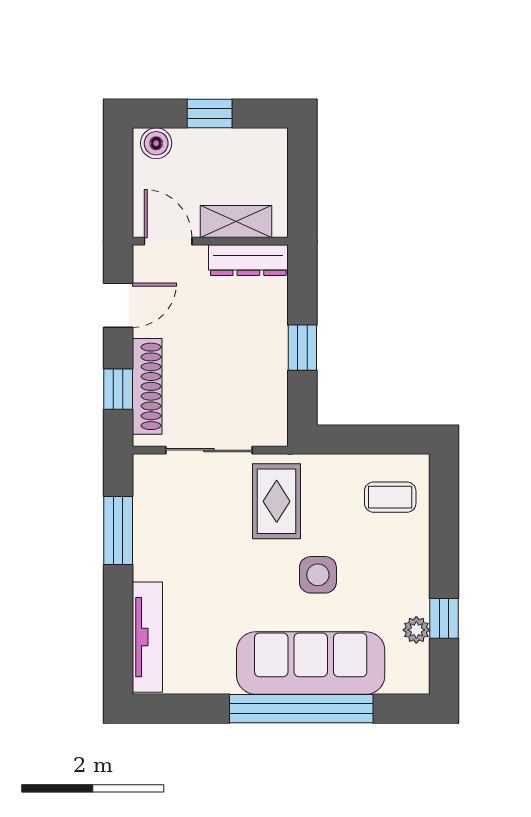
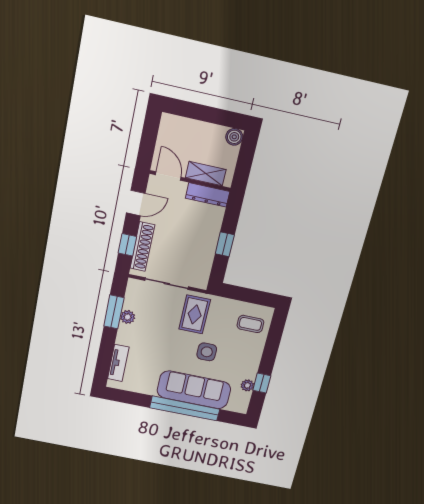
window: (210, 114) -> (205, 113), removed
boiler: (156, 143) -> (234, 137), moved
plant: (147, 535) -> (128, 317), added
tv unit: (147, 637) -> (118, 363), width x0.71

